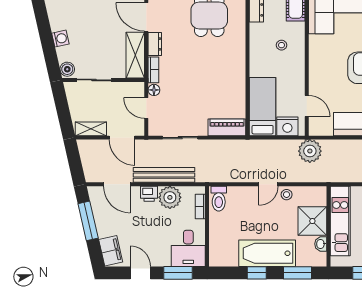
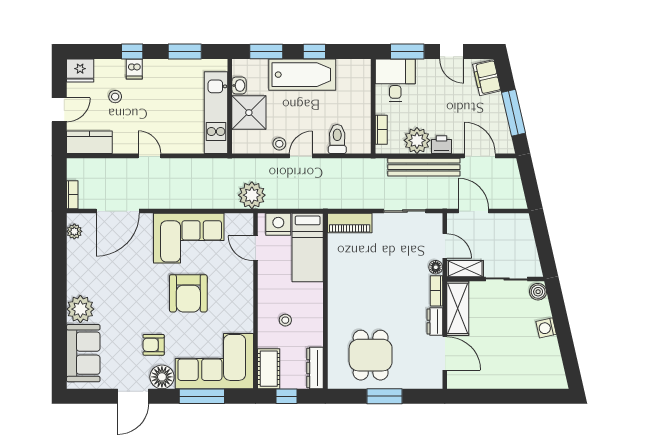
shelving: (91, 129) -> (465, 269), moved
toilet: (219, 199) -> (337, 139), moved

